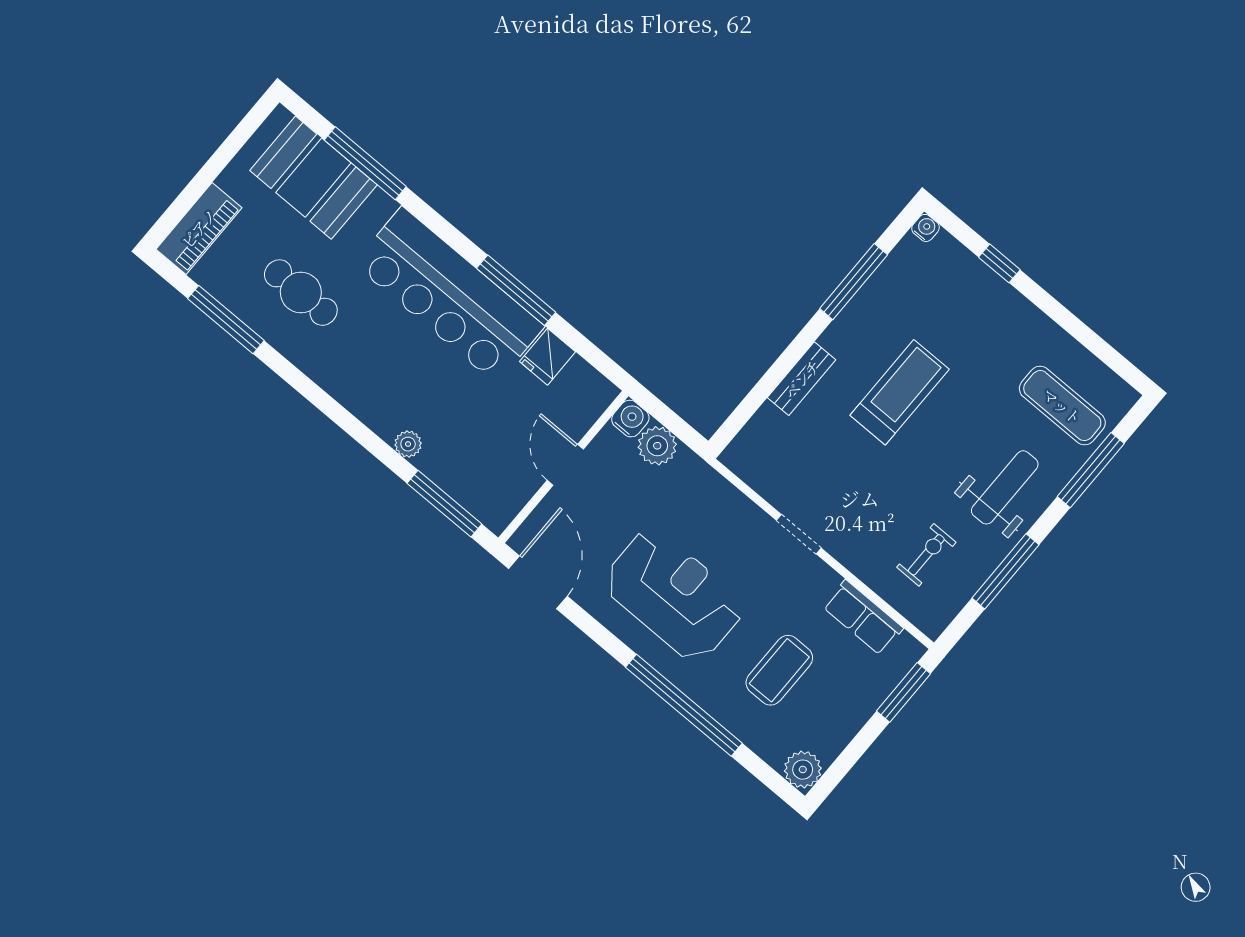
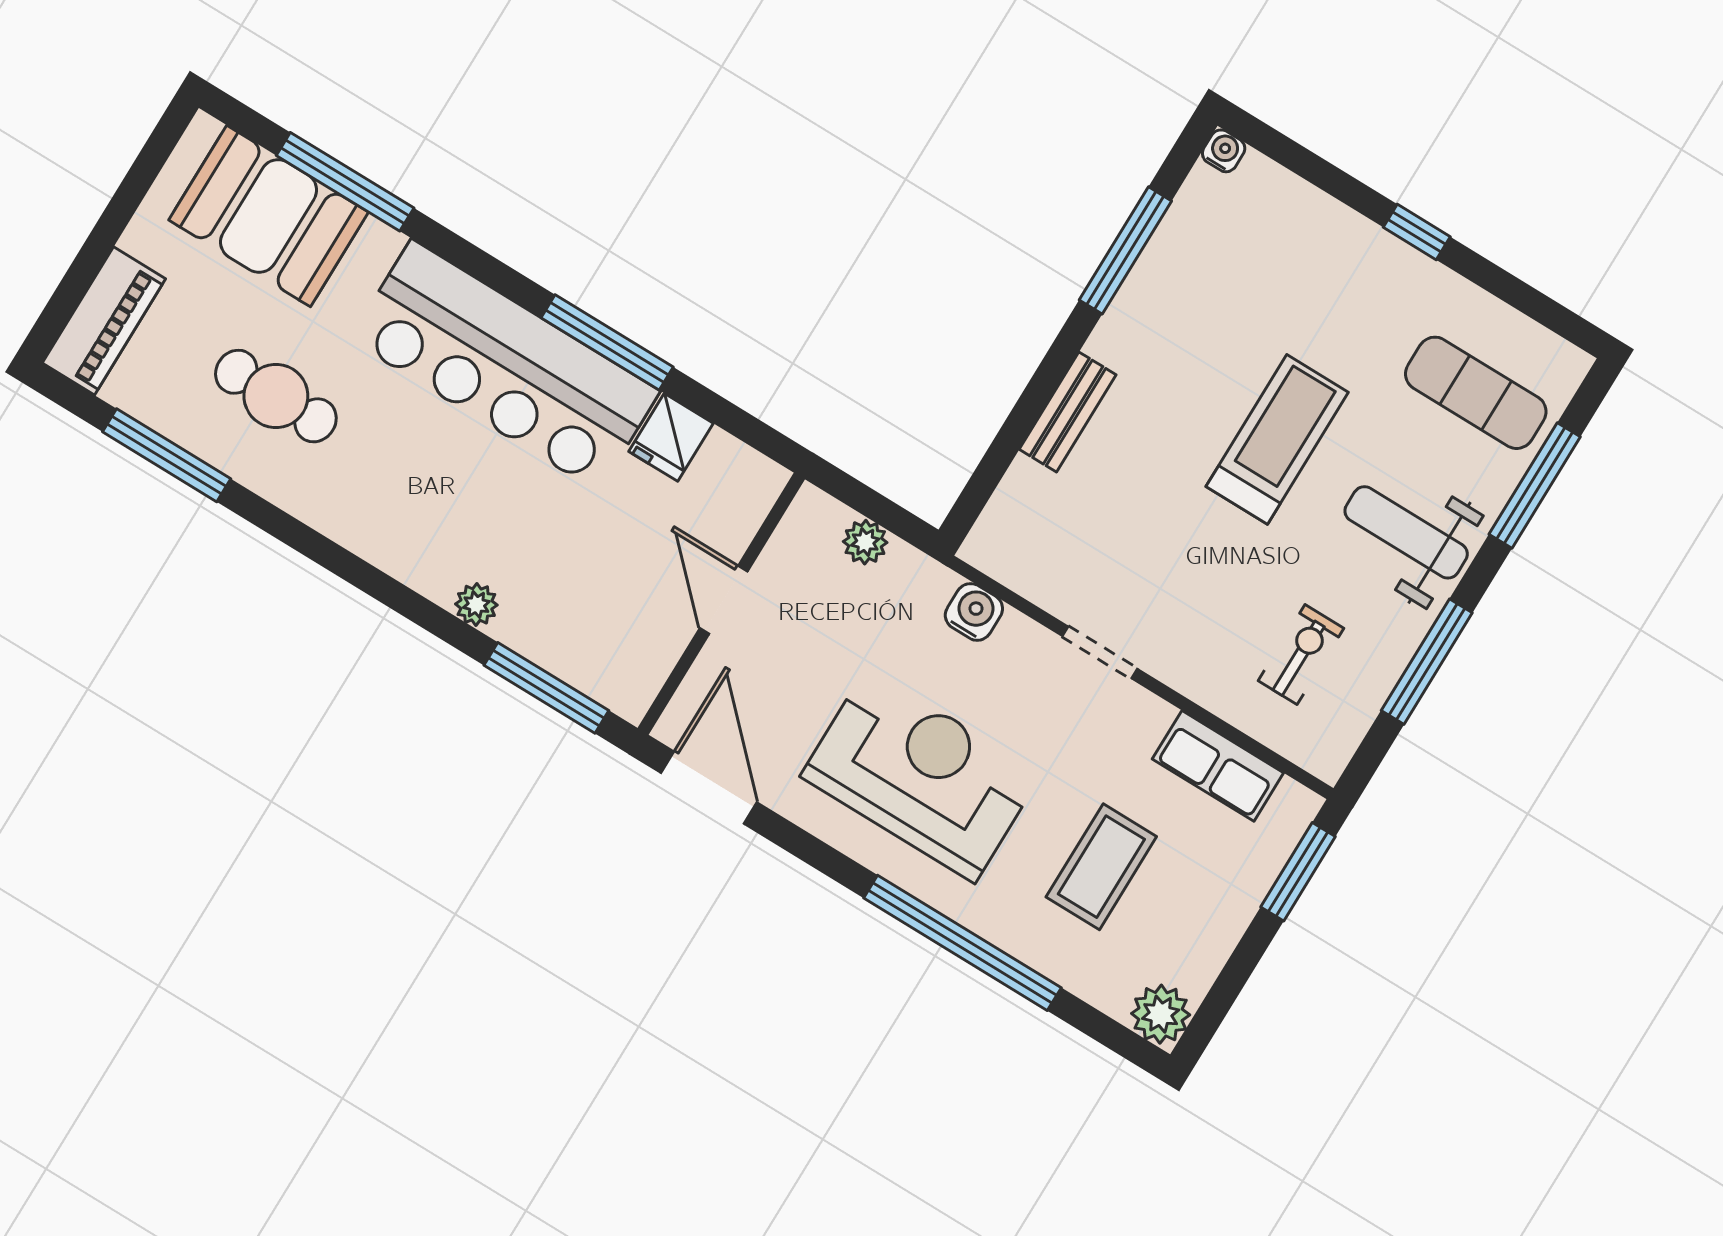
window: (999, 263) -> (1417, 232), moved
treadmill: (900, 392) -> (1277, 439), moved
water cooler: (630, 419) -> (974, 612), moved
plant: (657, 446) -> (865, 542), width x0.73, depth x0.73
weight bench: (1005, 487) -> (1406, 532), turned -90

